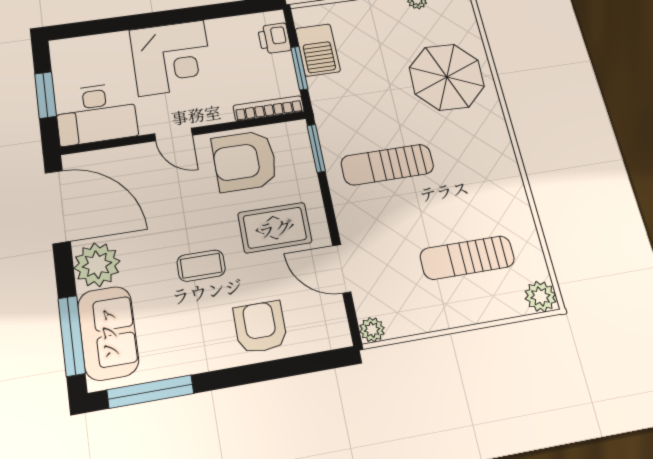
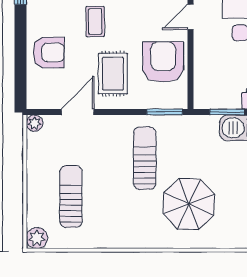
parasol: (447, 77) -> (189, 204), moved
bookcase: (269, 108) -> (200, 85), removed

